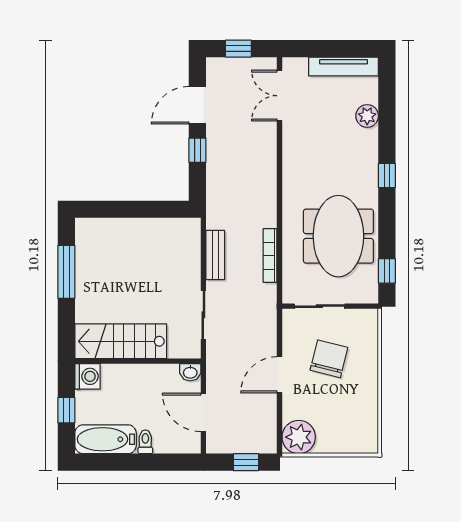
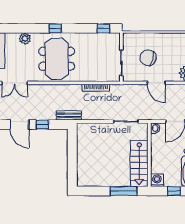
meeting table: (338, 236) -> (57, 59), moved, turned 90
bench: (215, 255) -> (69, 115), moved
window: (66, 272) -> (124, 191), moved

